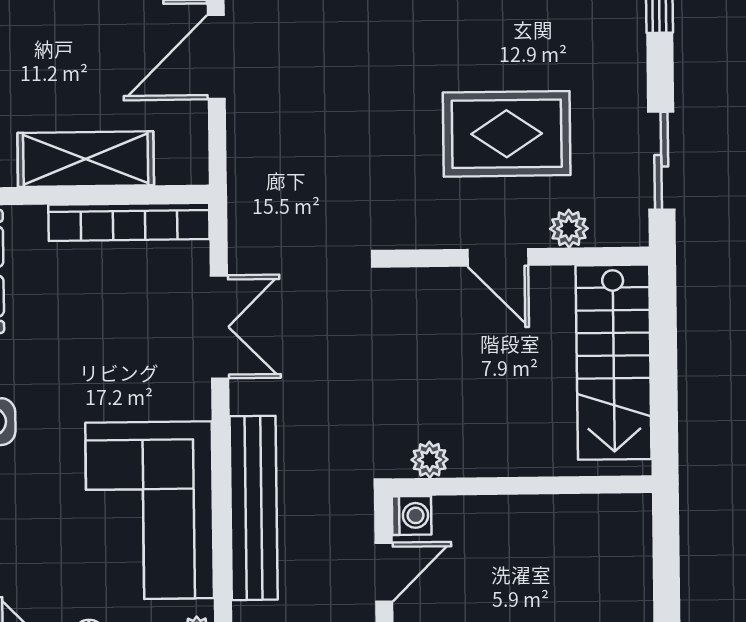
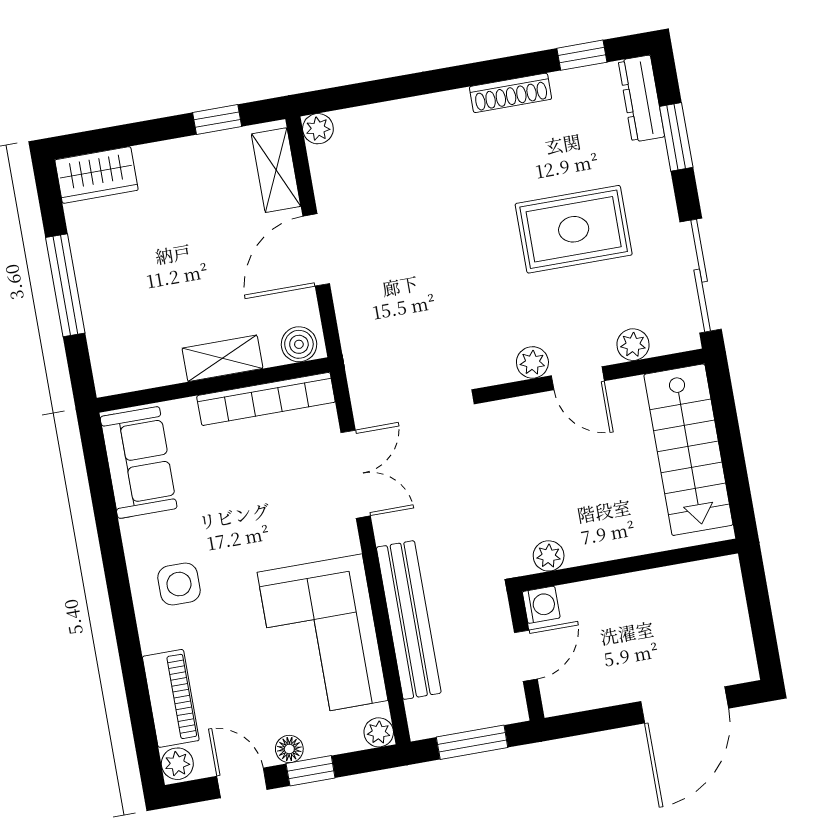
rug: (507, 134) -> (574, 229), moved
shelving: (86, 159) -> (222, 358), width x0.67, depth x0.75
sliding door: (661, 161) -> (701, 276), width x1.37
boiler: (178, 164) -> (299, 344), added
plant: (448, 230) -> (532, 362), added

